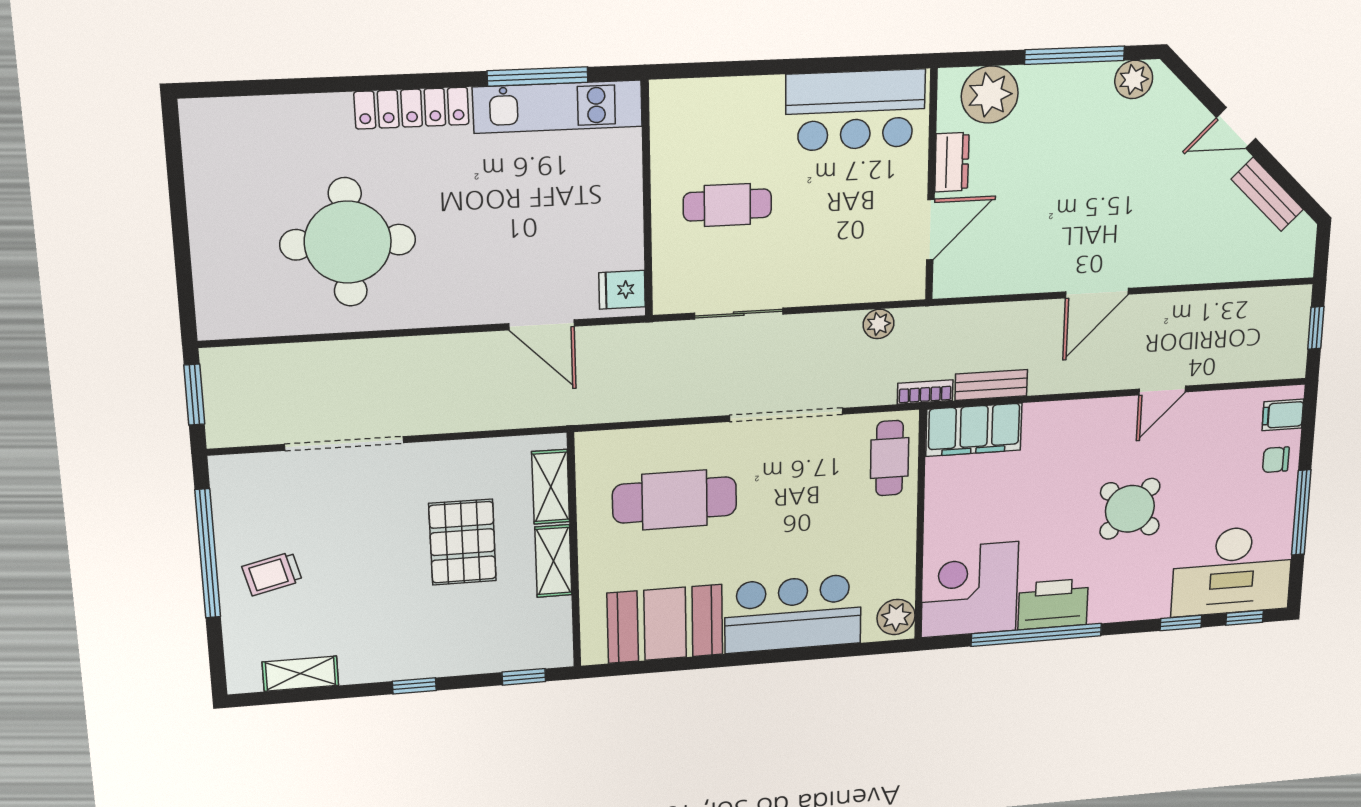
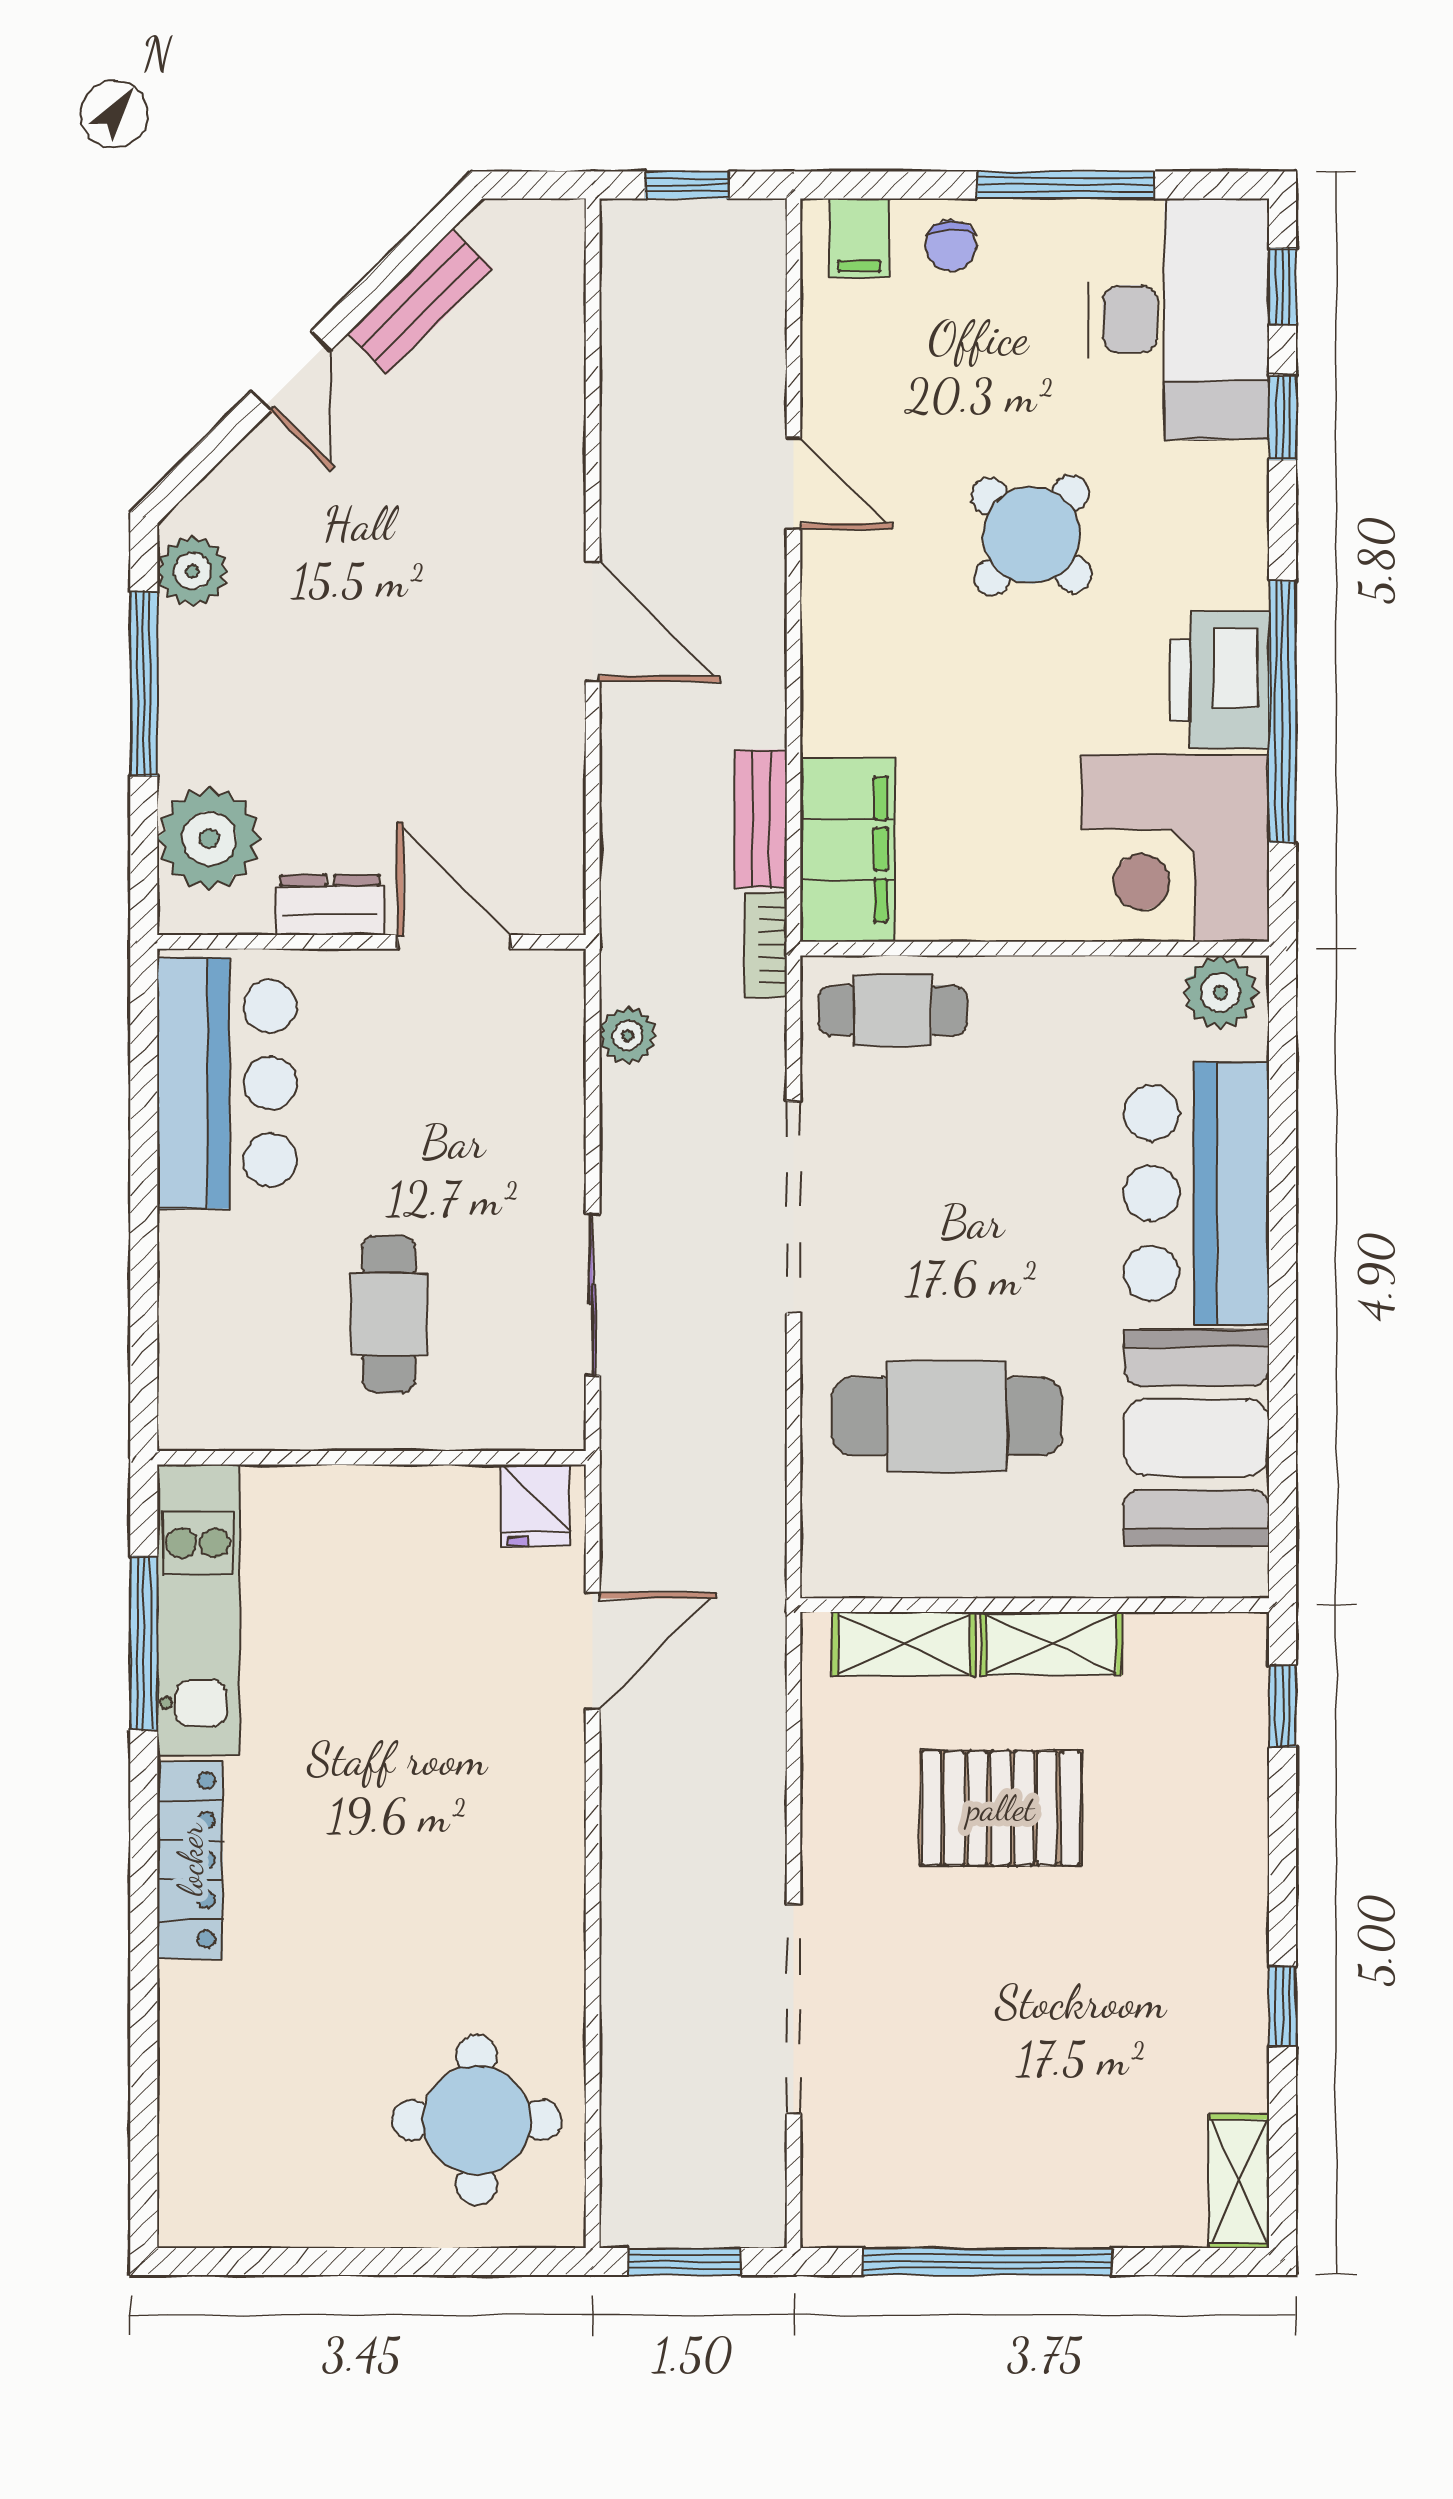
round table: (348, 242) -> (477, 2120), moved, width x0.73, depth x0.73
cafe table: (675, 500) -> (947, 1416), turned 90
trolley: (272, 574) -> (1036, 2151), removed
shelving: (300, 674) -> (1239, 2181), moved
window: (414, 686) -> (1283, 2006), moved

